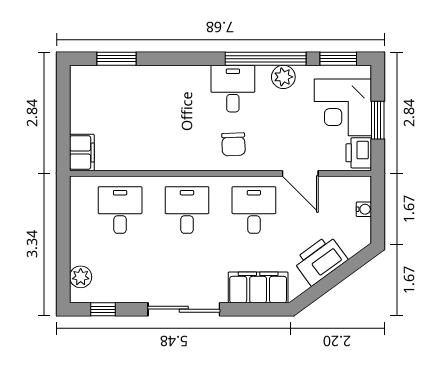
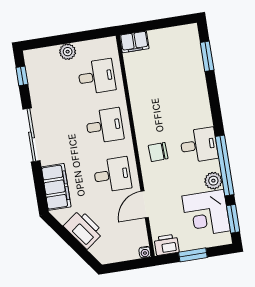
corner desk: (343, 107) -> (206, 213), moved, turned -90
water cooler: (364, 209) -> (145, 252), moved
plant: (81, 277) -> (68, 52), moved

